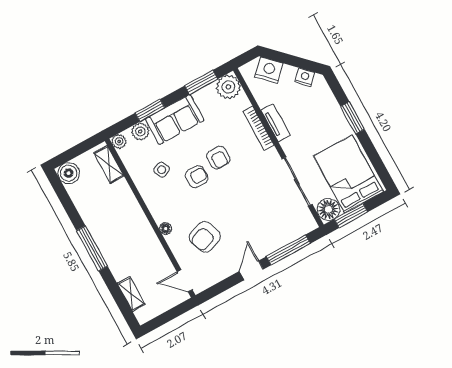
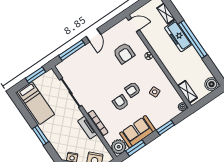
sofa: (175, 120) -> (138, 132), moved
plant: (140, 131) -> (170, 114), removed
bed: (348, 174) -> (36, 103), width x0.67
floor lamp: (328, 209) -> (50, 78), removed
armchair: (205, 237) -> (124, 53), turned 109
window: (92, 248) -> (193, 39), width x1.46
freezer: (115, 256) -> (178, 36), added

